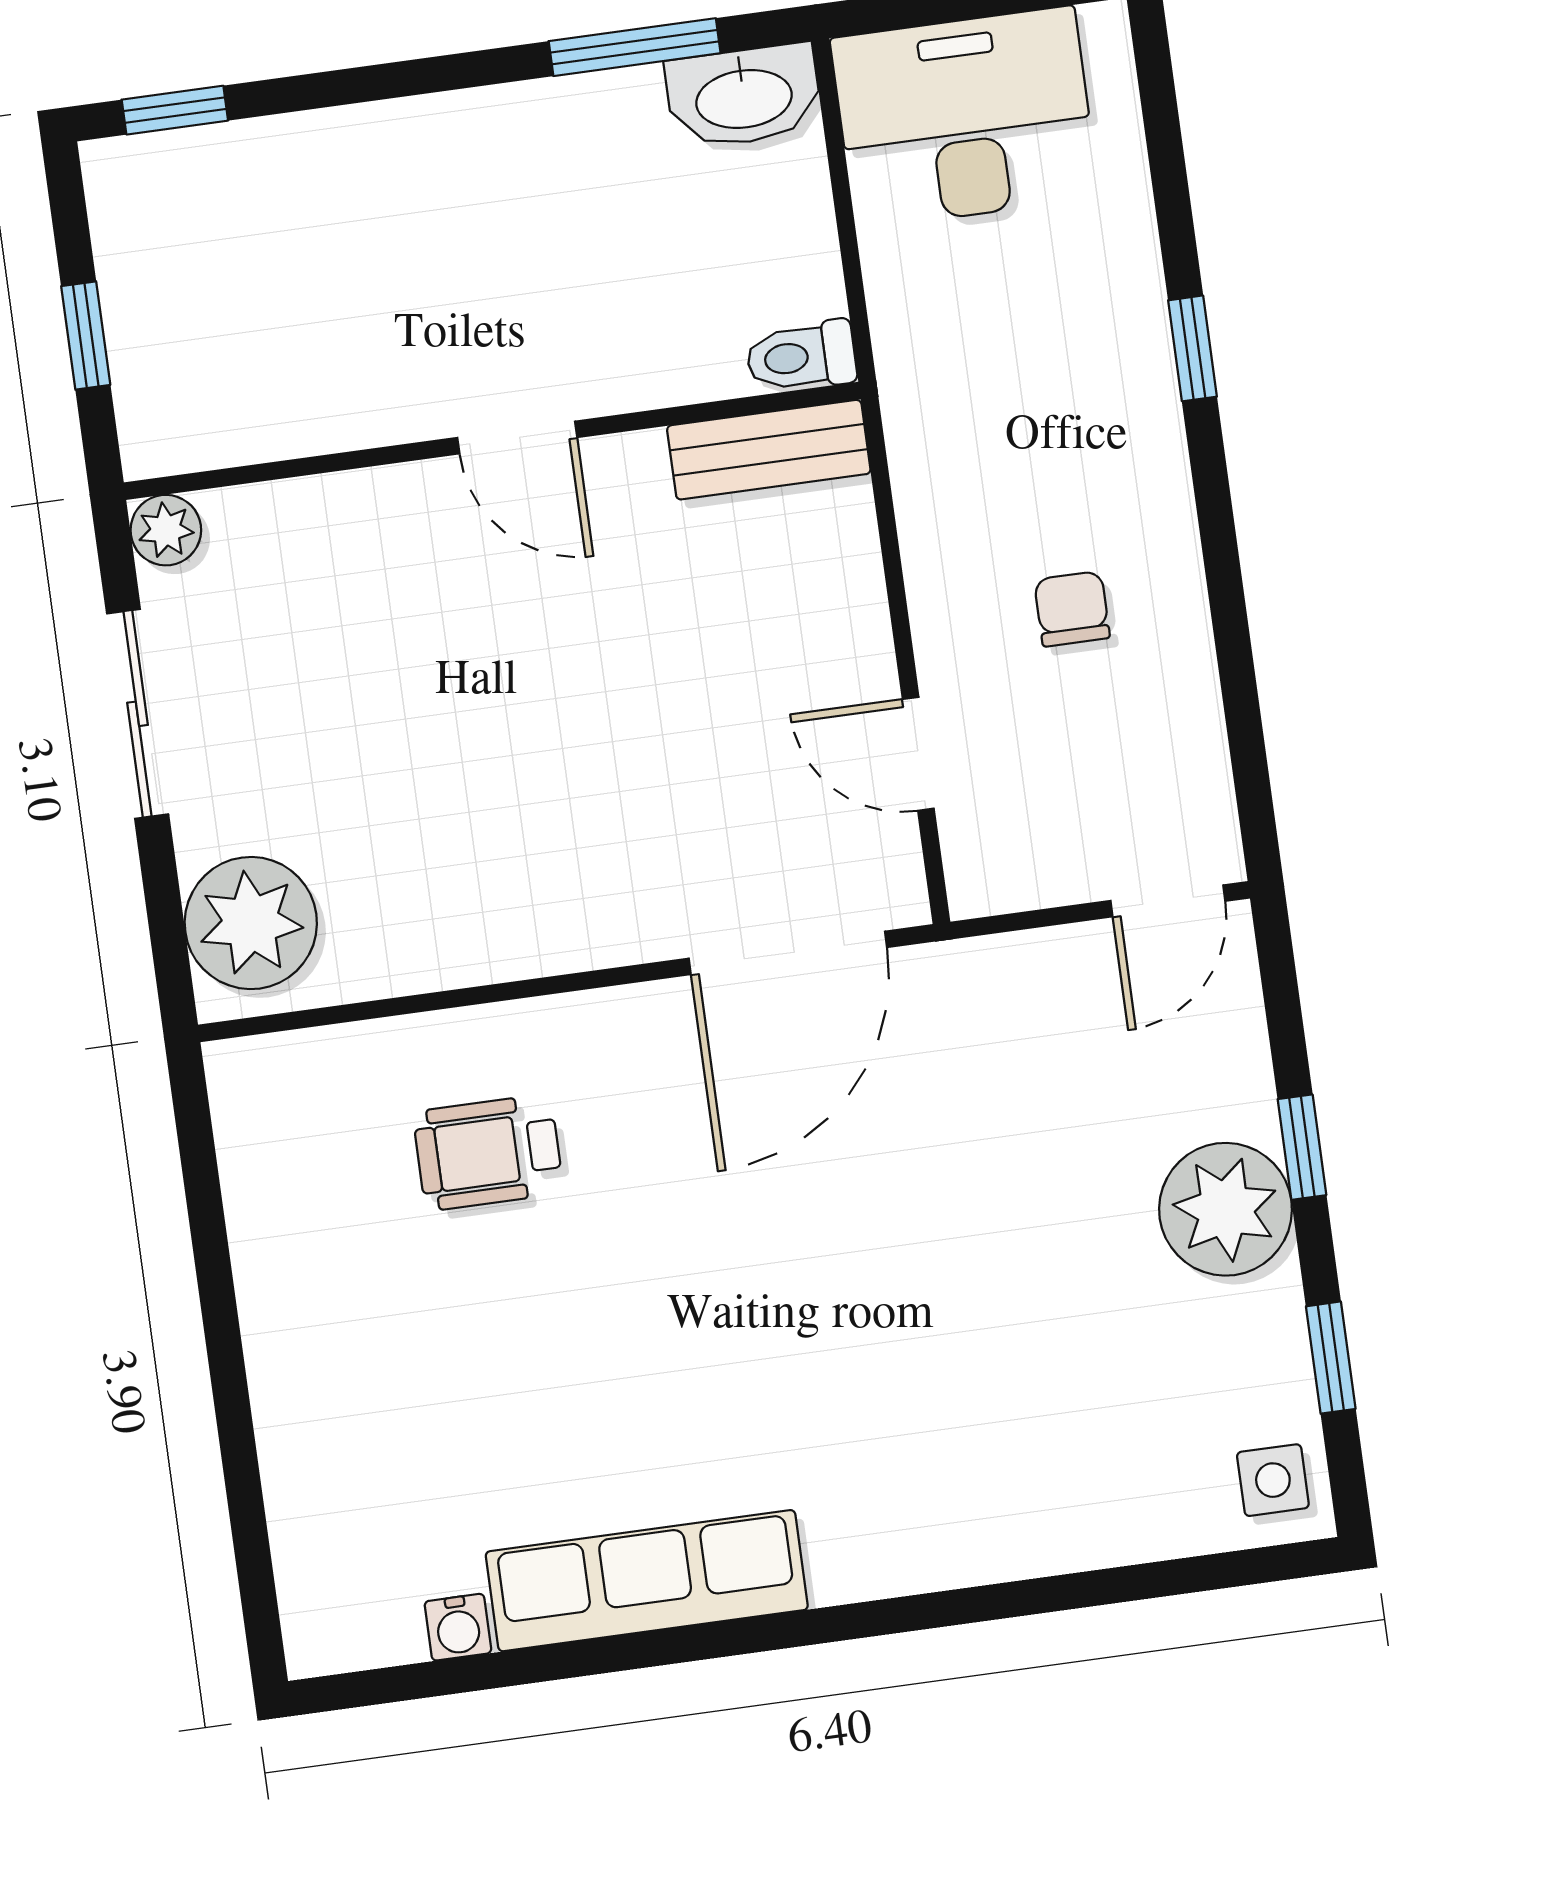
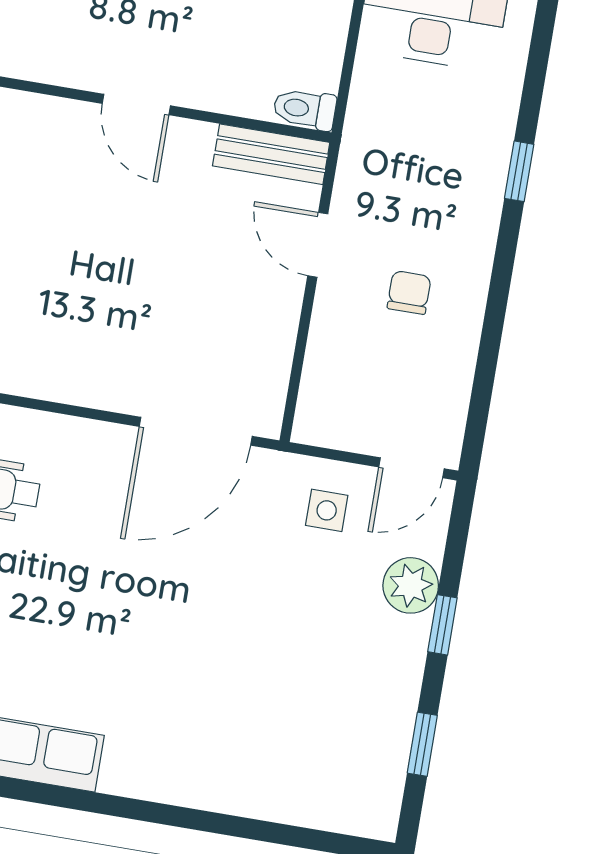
door: (918, 754) -> (318, 245), moved
plant: (1226, 1209) -> (411, 585), moved, width x0.73, depth x0.73
side table: (1273, 1480) -> (327, 510), moved

